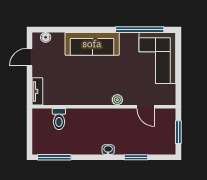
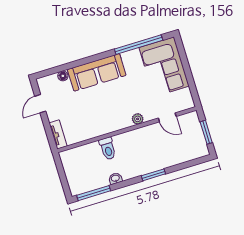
floor lamp: (46, 37) -> (63, 76), moved
toilet: (59, 119) -> (108, 148), moved
washbasin: (108, 150) -> (115, 178), moved
window: (136, 157) -> (153, 175), moved

